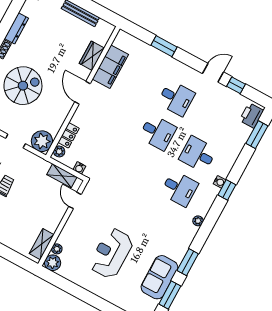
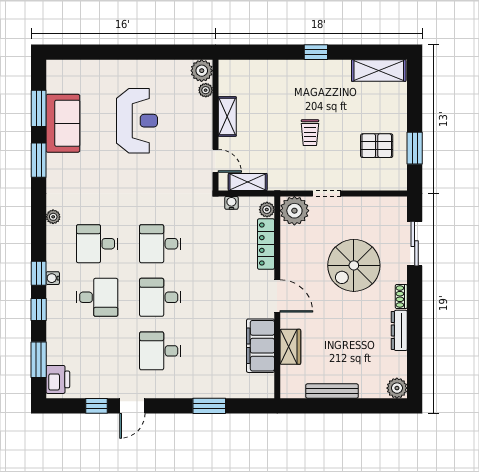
locker: (69, 135) -> (266, 244), width x1.53
desk: (139, 167) -> (160, 244), added
window: (239, 167) -> (39, 309), added
shelving: (42, 244) -> (227, 116), moved

